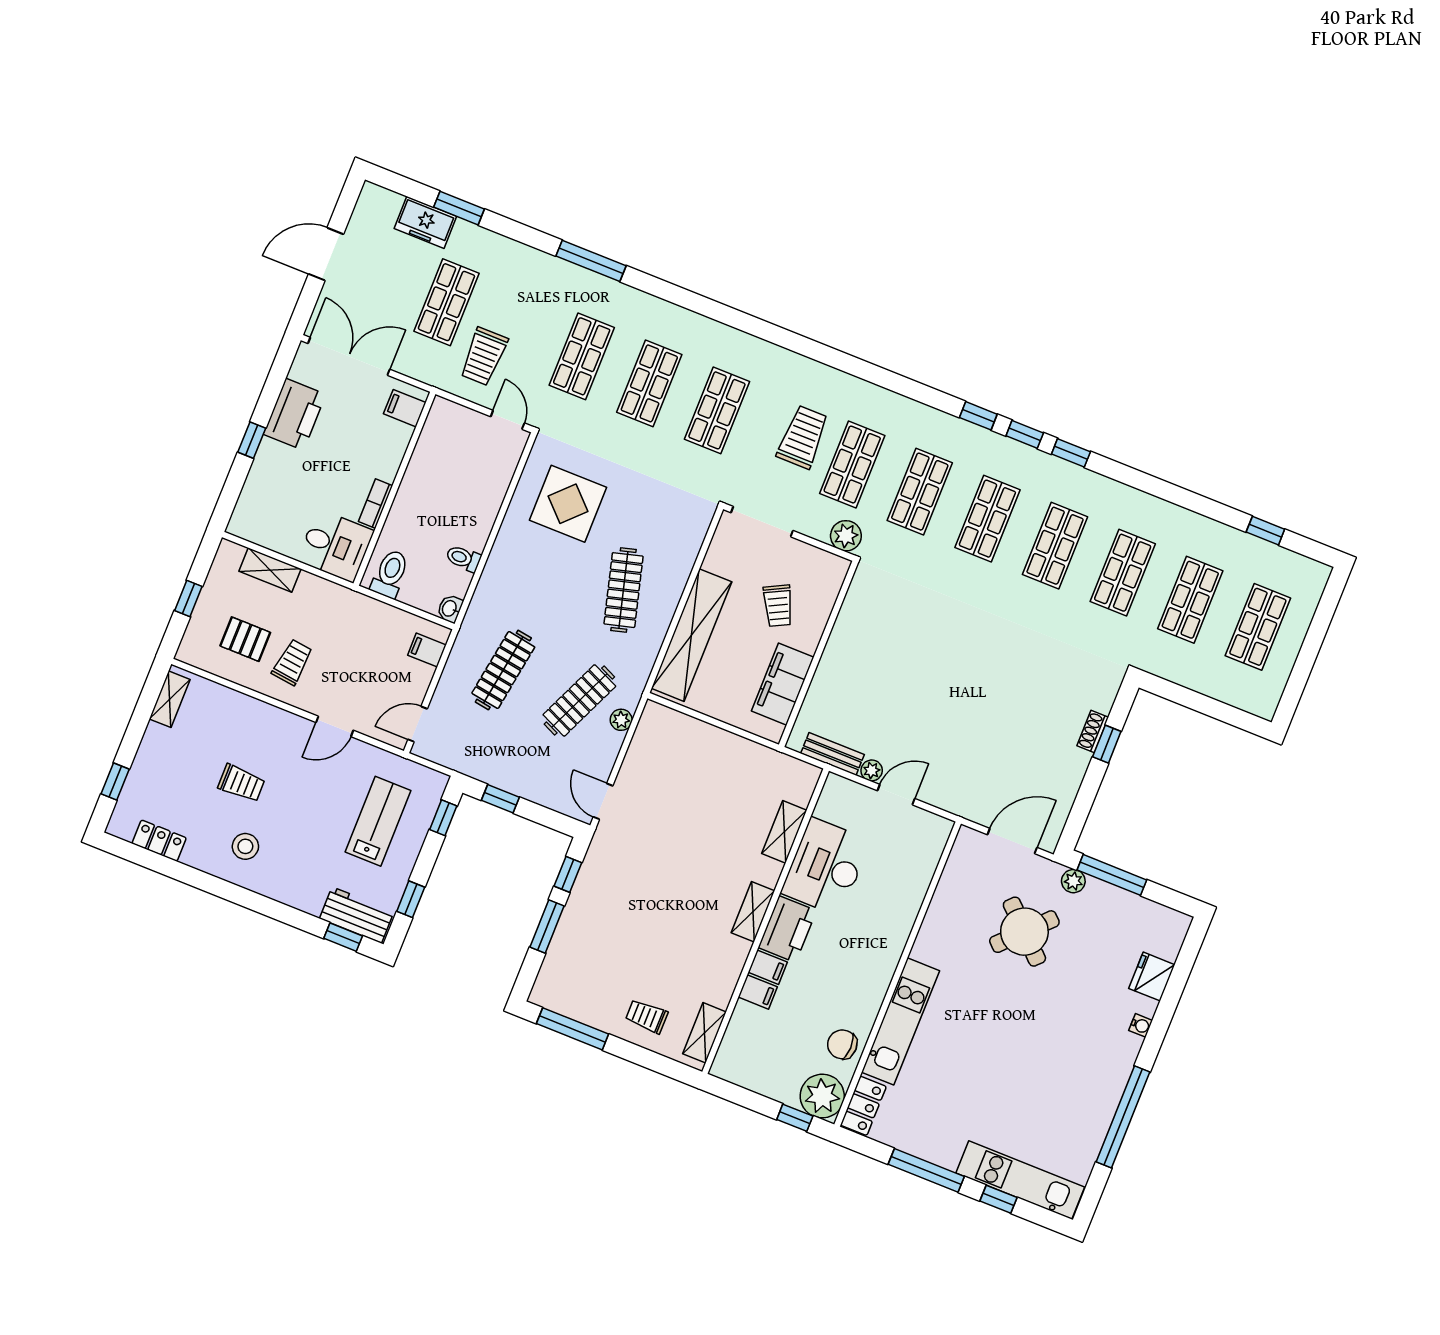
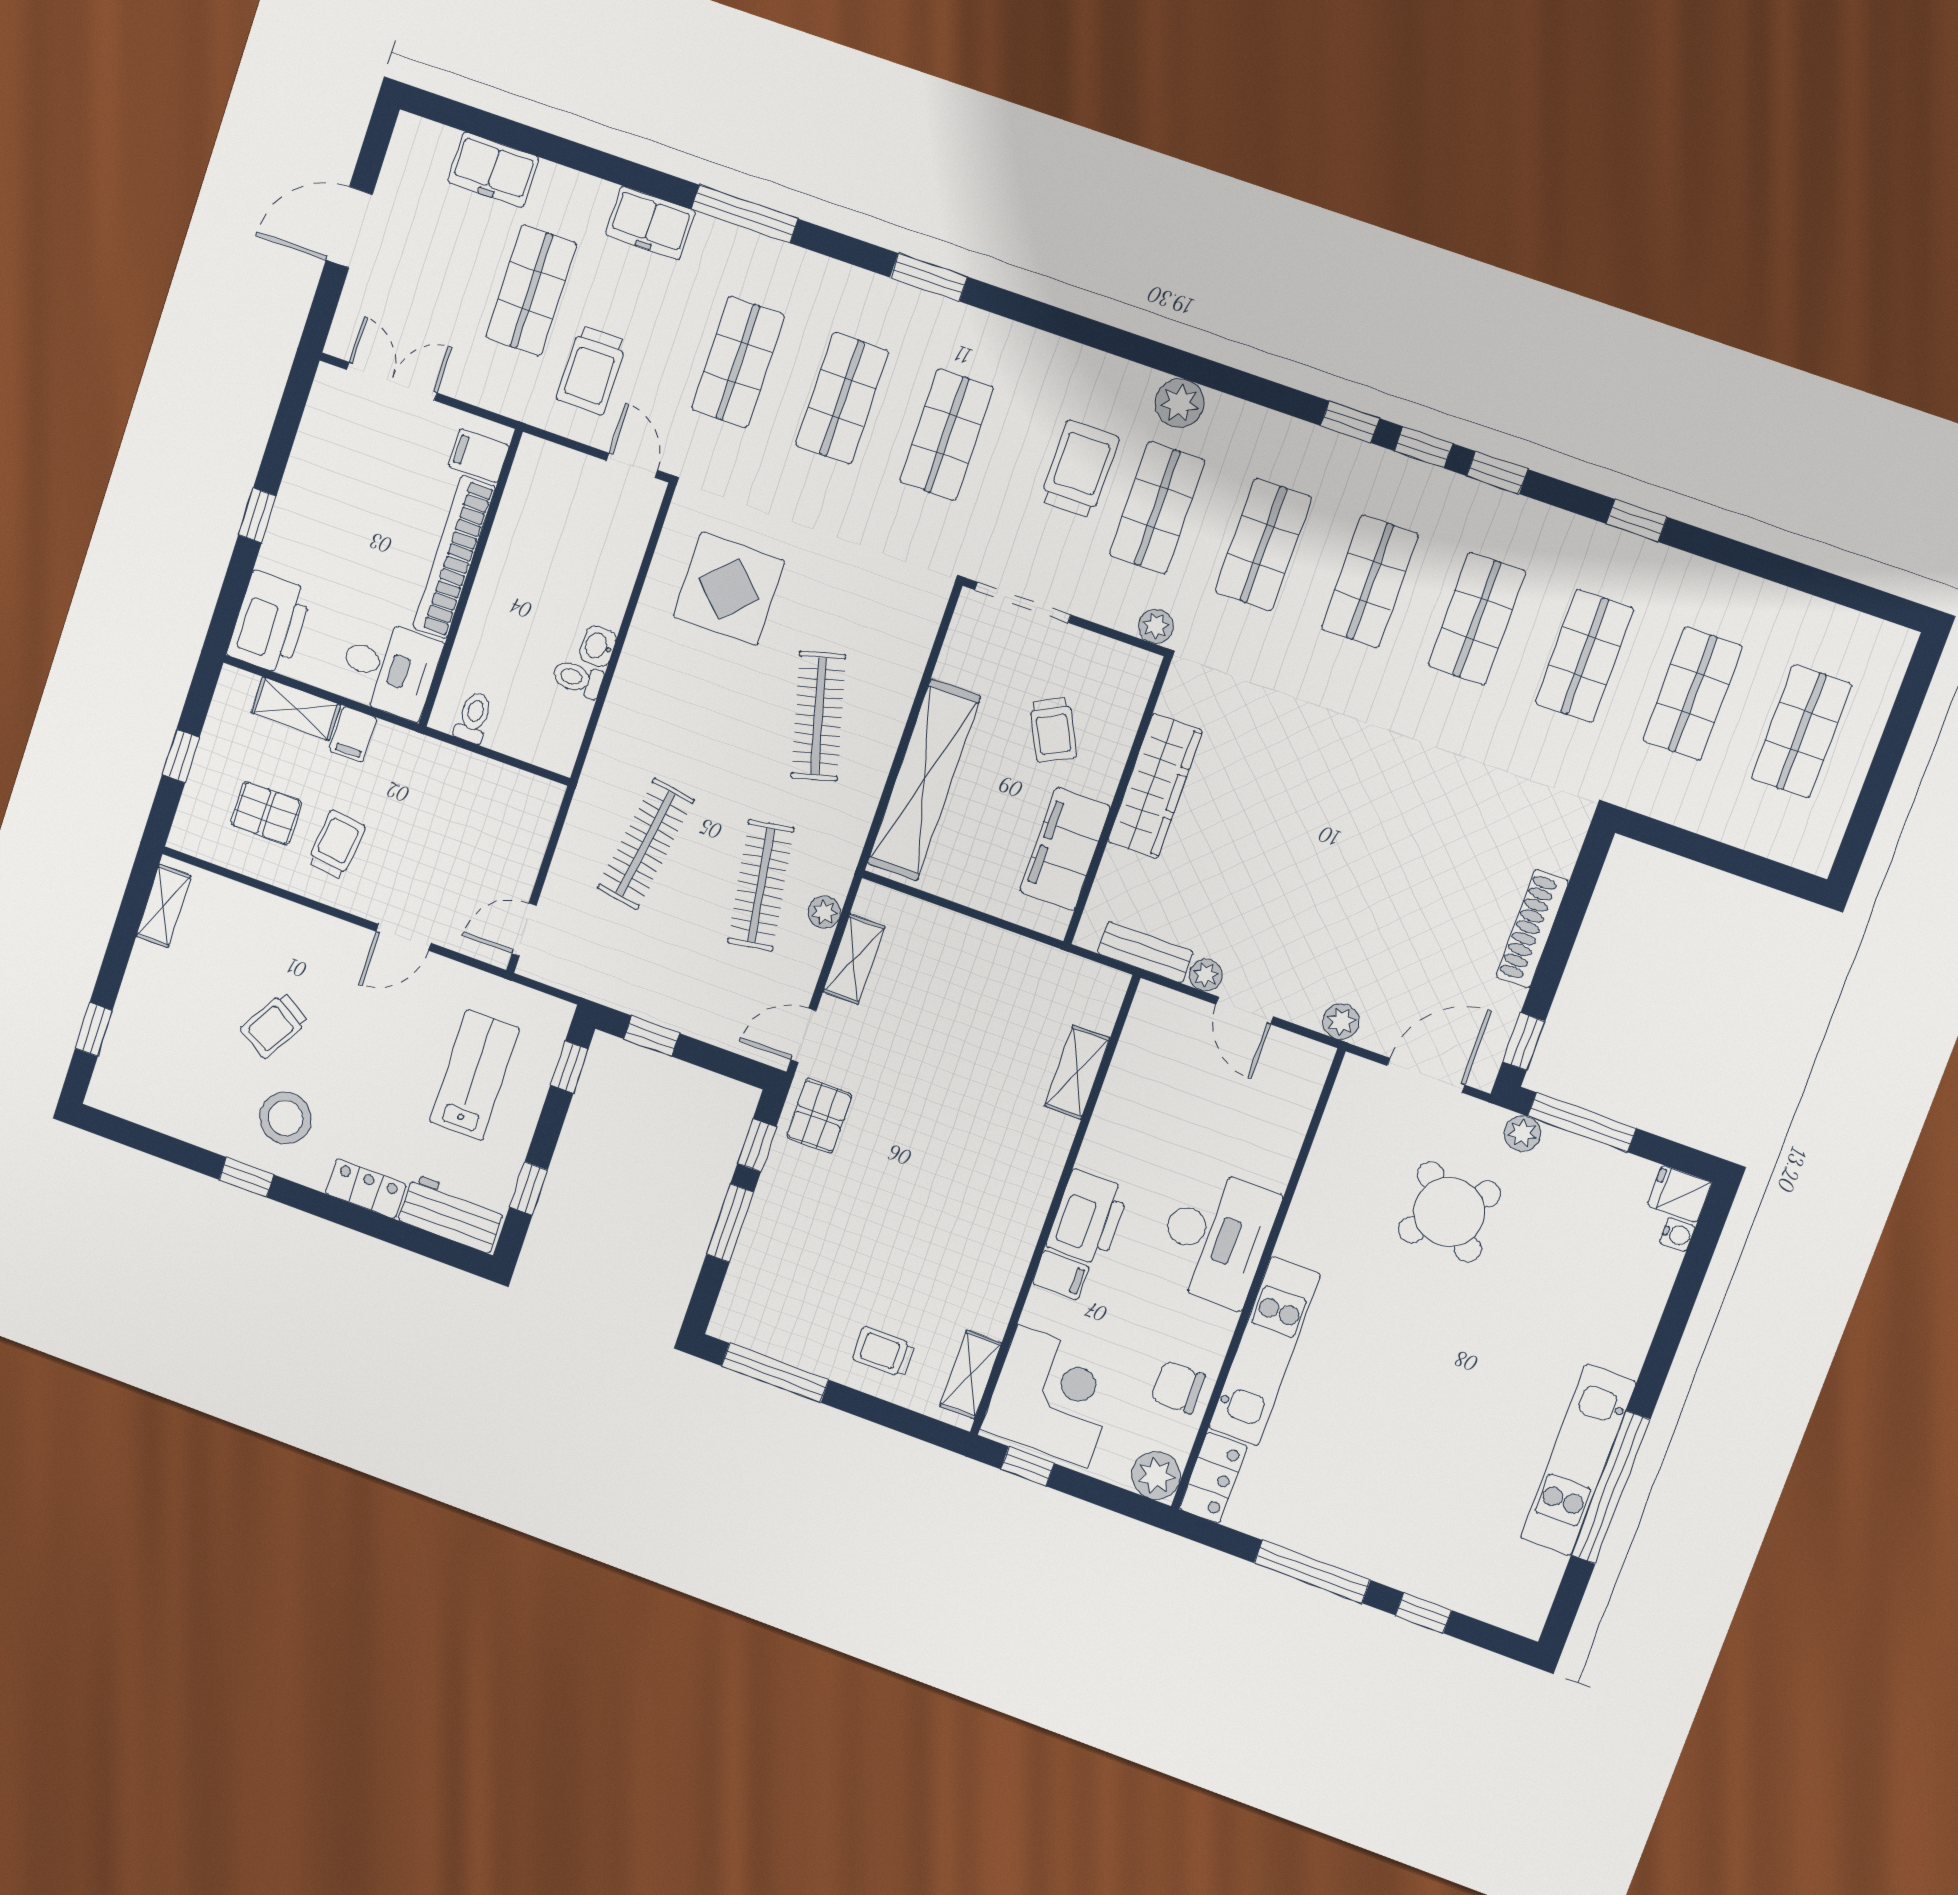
window: (459, 208) -> (929, 277), moved
freezer: (528, 263) -> (650, 223), added
double door: (349, 356) -> (392, 381), width x0.73
plant: (869, 398) -> (1180, 403), added
printer: (295, 414) -> (270, 623), moved
bookcase: (376, 504) -> (454, 557), width x2.31, depth x1.31
window: (1265, 531) -> (1637, 520), moved
plant: (846, 536) -> (1156, 626), width x0.73, depth x0.73
toilet: (390, 574) -> (473, 717), width x0.73, depth x0.72
washbasin: (450, 609) -> (598, 646), moved
wardrobe: (843, 645) -> (1155, 786), added
filing cabinet: (427, 650) -> (353, 734), moved, turned -90
clothes rail: (579, 700) -> (761, 885), turned -33
shoe rack: (1093, 731) -> (1532, 929), width x1.94, depth x1.24
window: (1107, 744) -> (1524, 1042), moved
trolley: (241, 783) -> (274, 1026), turned 121
door: (896, 795) -> (1245, 1011), swing flipped
door: (603, 801) -> (803, 1035), hinge flipped
plant: (959, 804) -> (1341, 1021), added
locker: (159, 841) -> (366, 1189), moved
stool: (245, 846) -> (285, 1118), width x1.38, depth x1.38
pallet: (611, 856) -> (819, 1116), added
desk: (826, 867) -> (1216, 1237), moved, turned 180
shelving: (753, 912) -> (854, 959), moved
window: (343, 937) -> (246, 1177), moved
fridge: (1152, 977) -> (1680, 1194), moved, width x0.72
filing cabinet: (758, 992) -> (1047, 1312), removed
water cooler: (1141, 1025) -> (1677, 1235), moved
corner desk: (758, 1049) -> (1052, 1396), added
plant: (822, 1096) -> (1156, 1476), width x0.73, depth x0.73
window: (795, 1118) -> (1027, 1466), moved
kitchen unit: (1020, 1180) -> (1578, 1460), moved, turned -90

